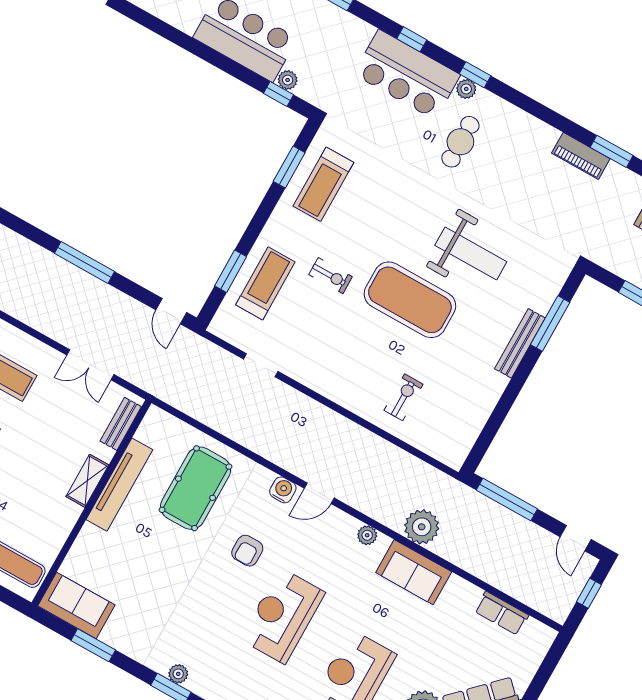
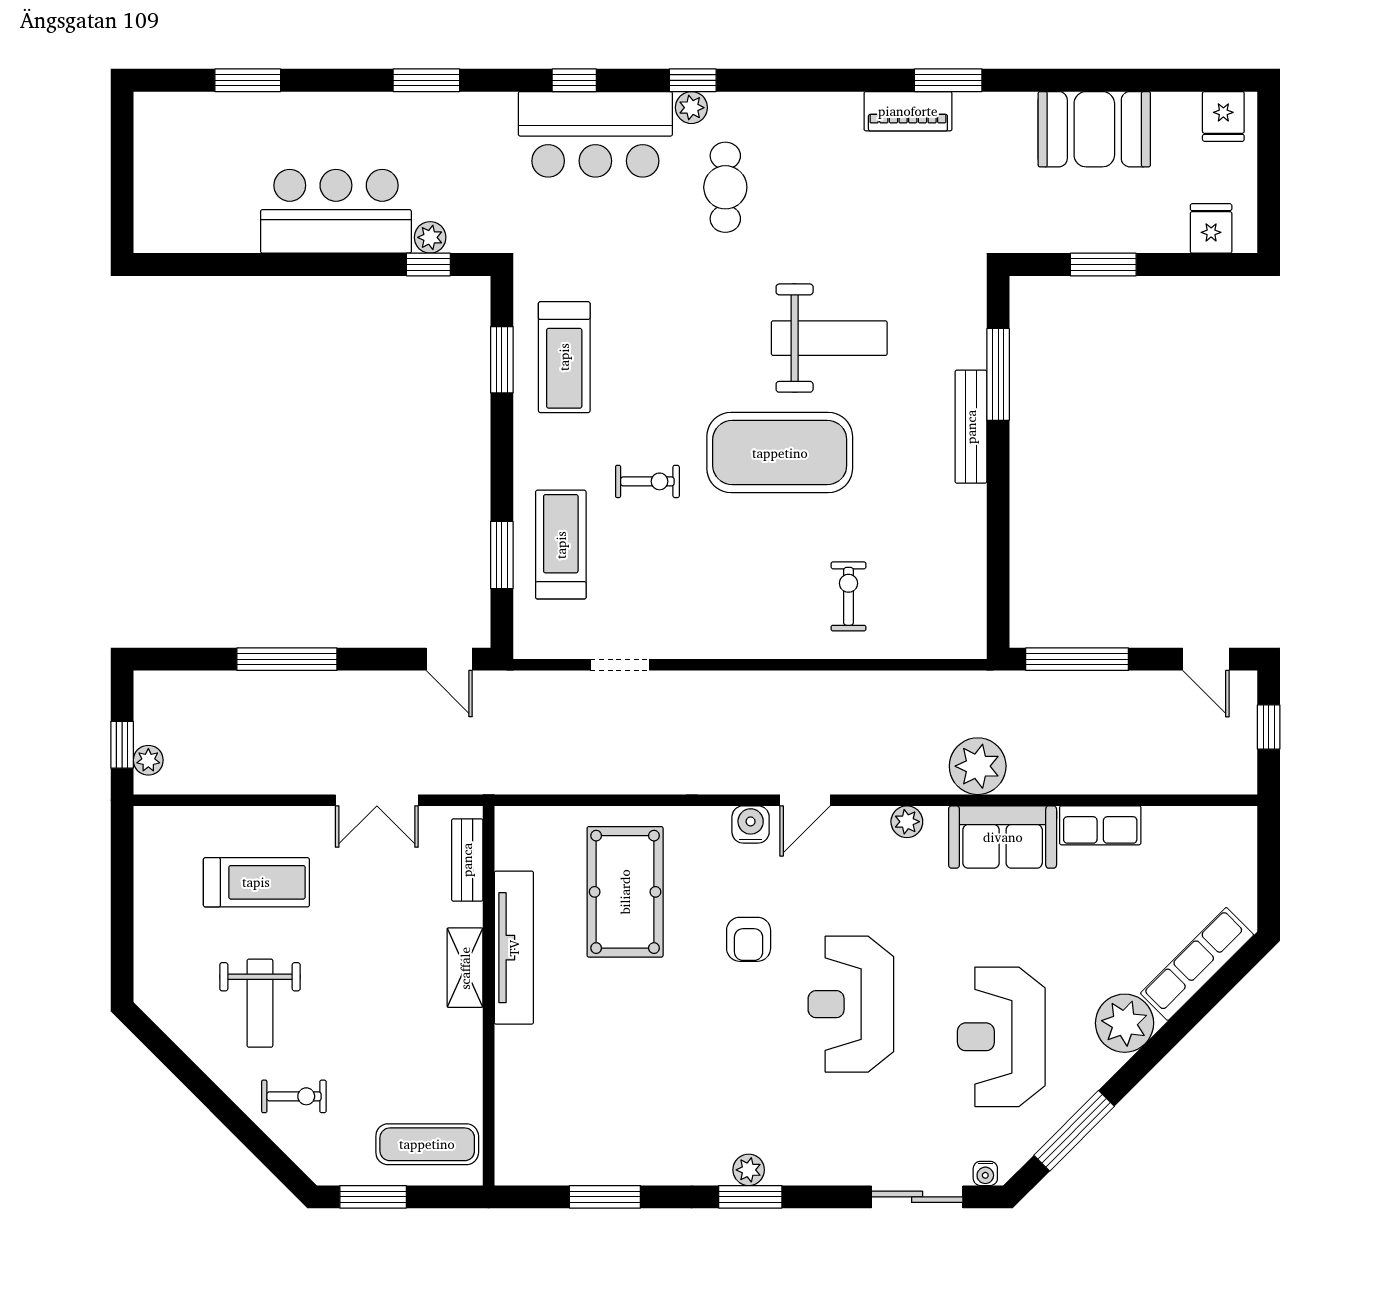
sofa: (76, 605) -> (549, 1154), removed
row of seats: (502, 613) -> (1100, 825), moved

